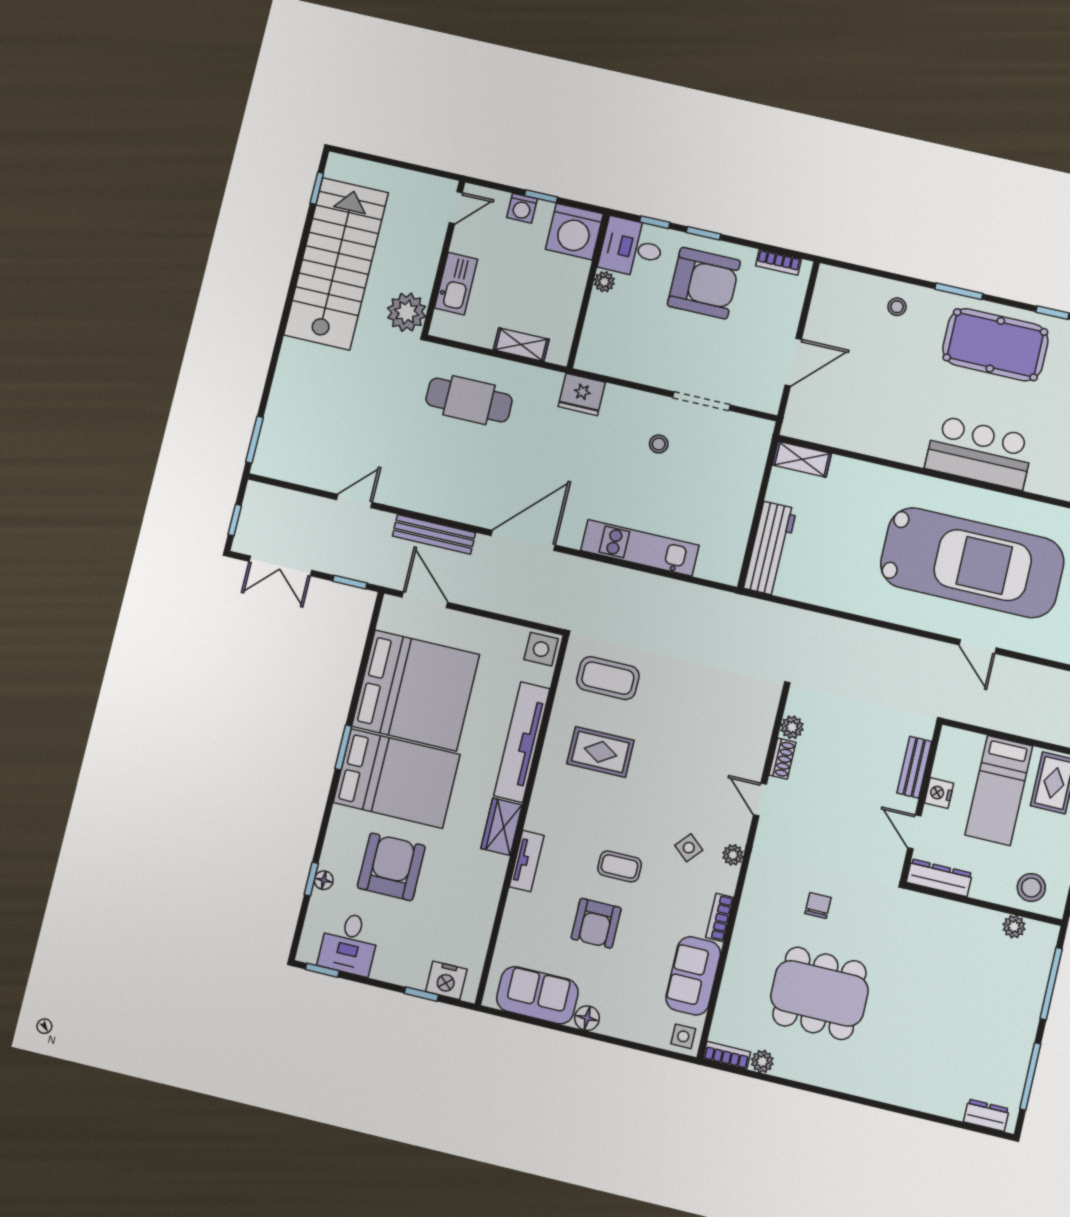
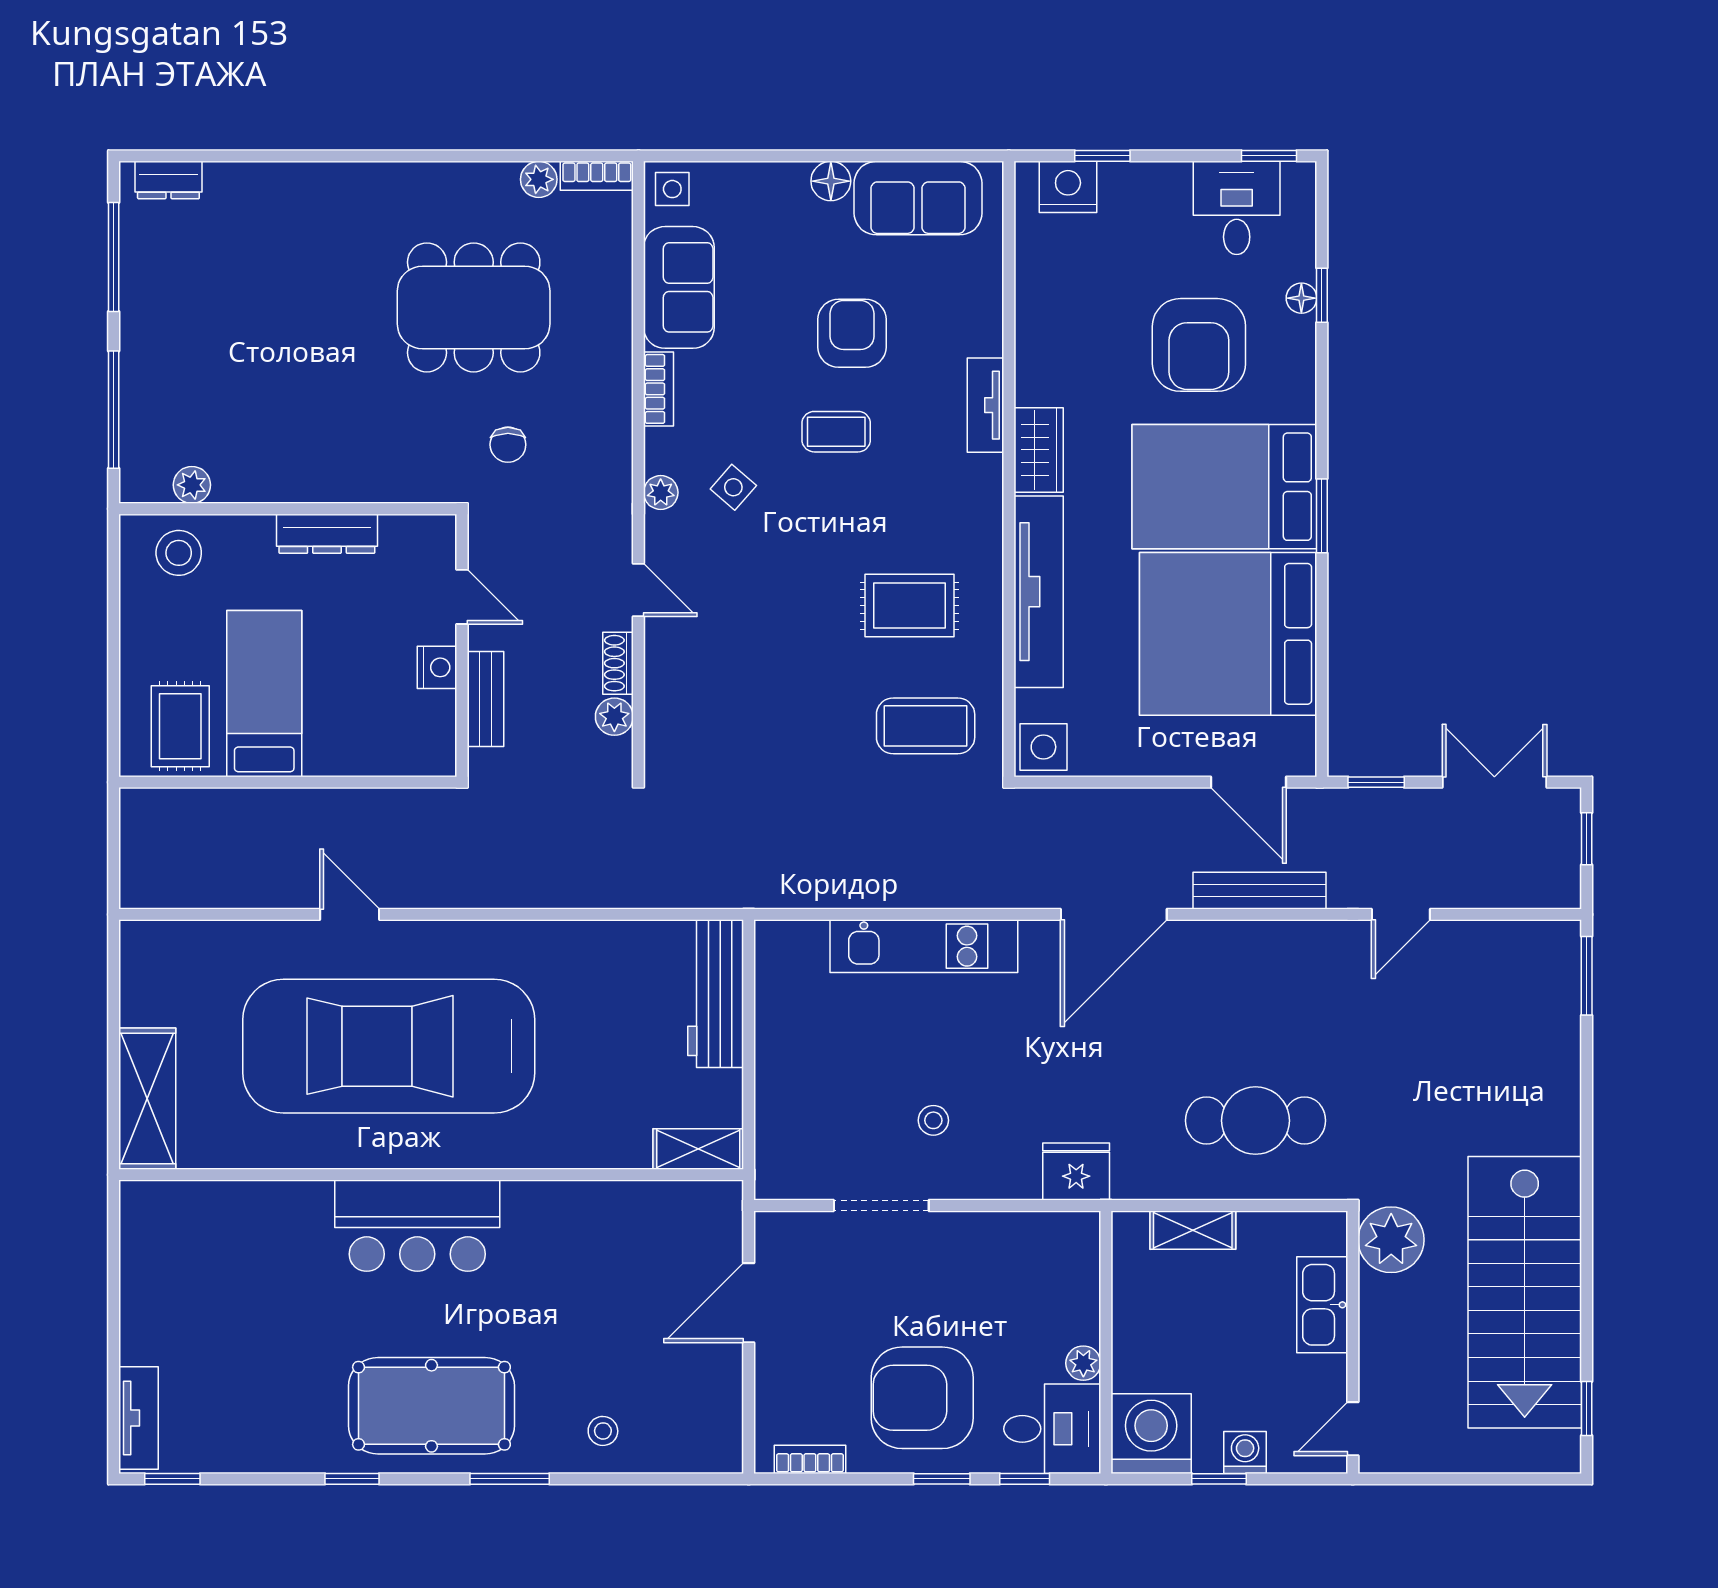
bench: (914, 767) -> (486, 699), moved
nightstand: (939, 793) -> (437, 667), moved
wall: (921, 803) -> (462, 645), moved
door: (914, 832) -> (462, 597), moved

